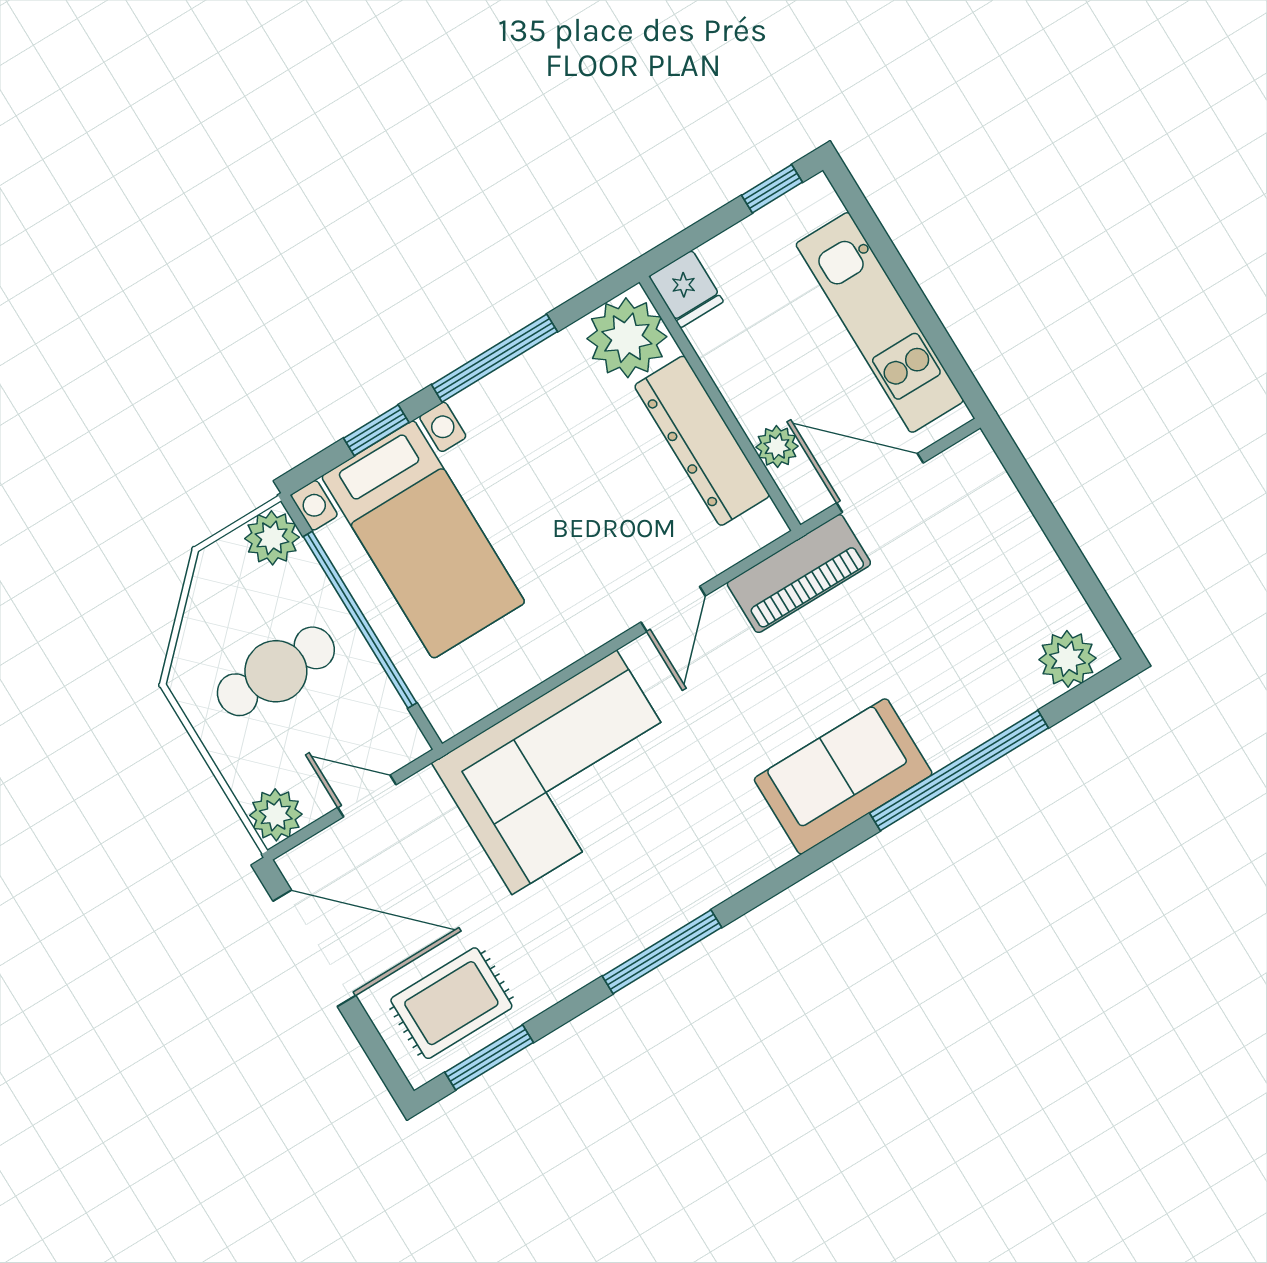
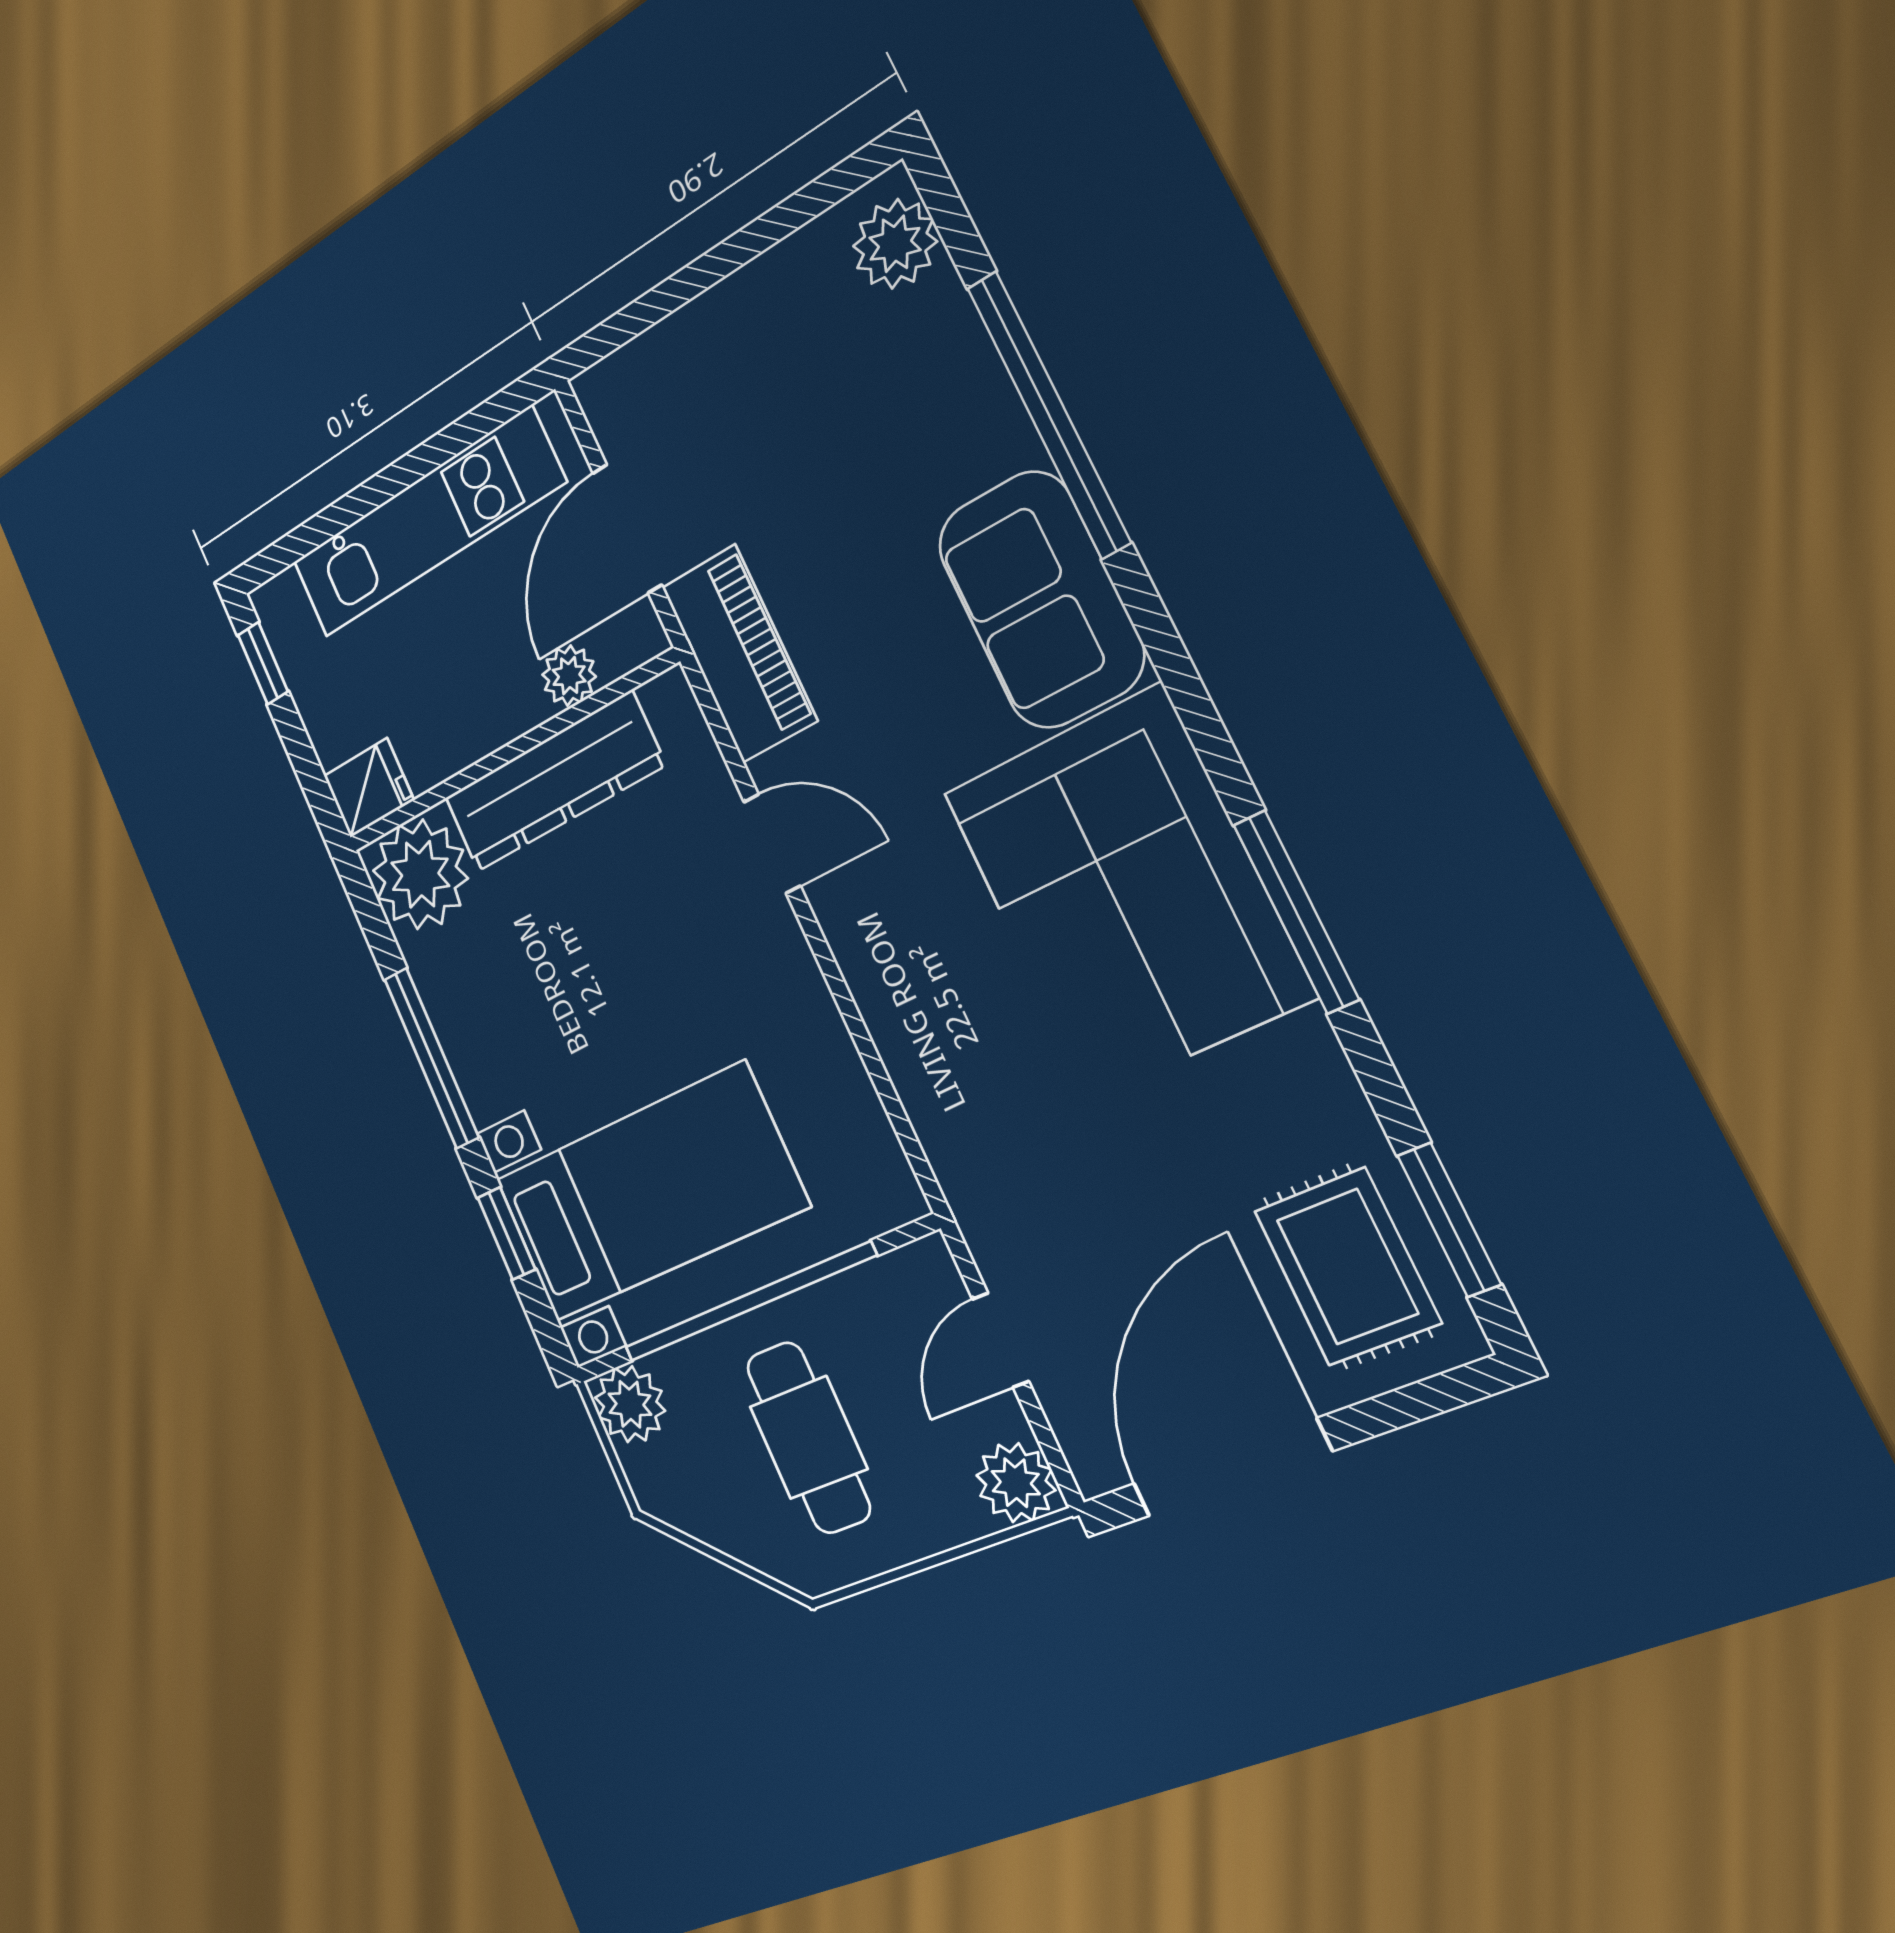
corner sofa: (564, 772) -> (1126, 893), moved, turned 180

